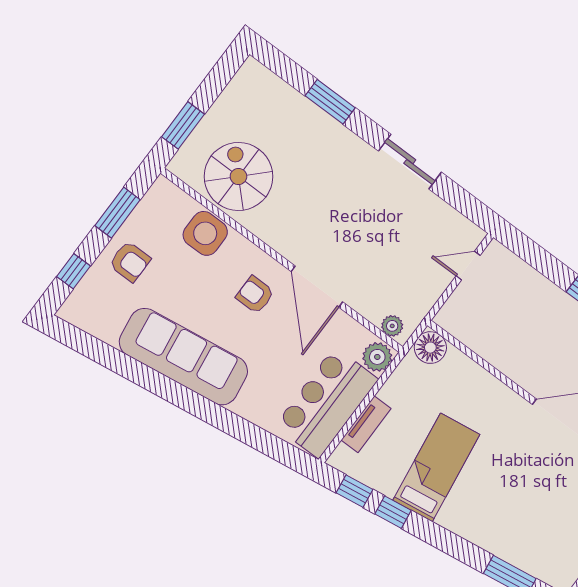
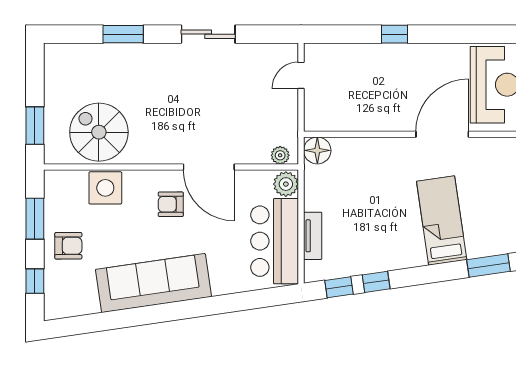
bed: (436, 467) -> (442, 221), moved

